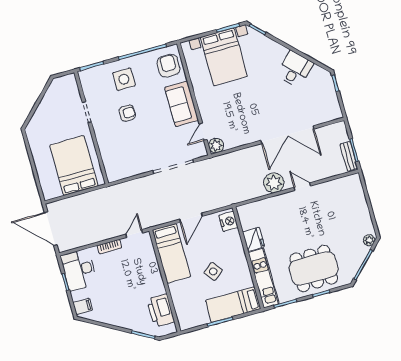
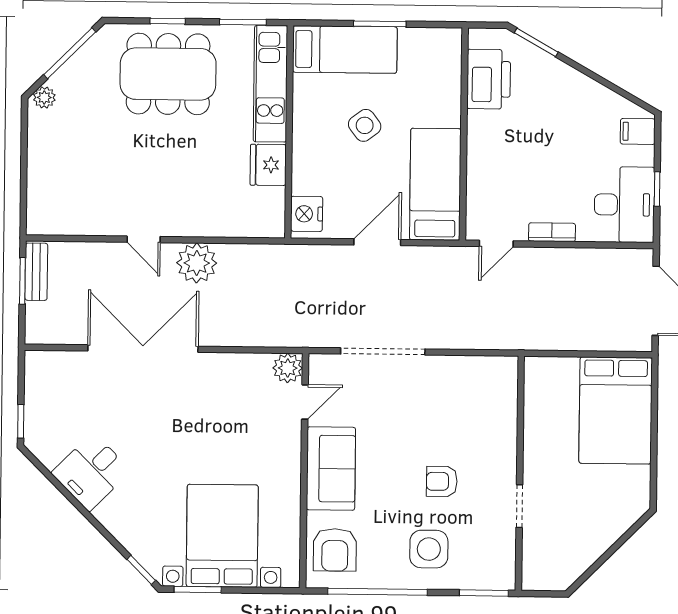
bed: (74, 166) -> (616, 410), moved

